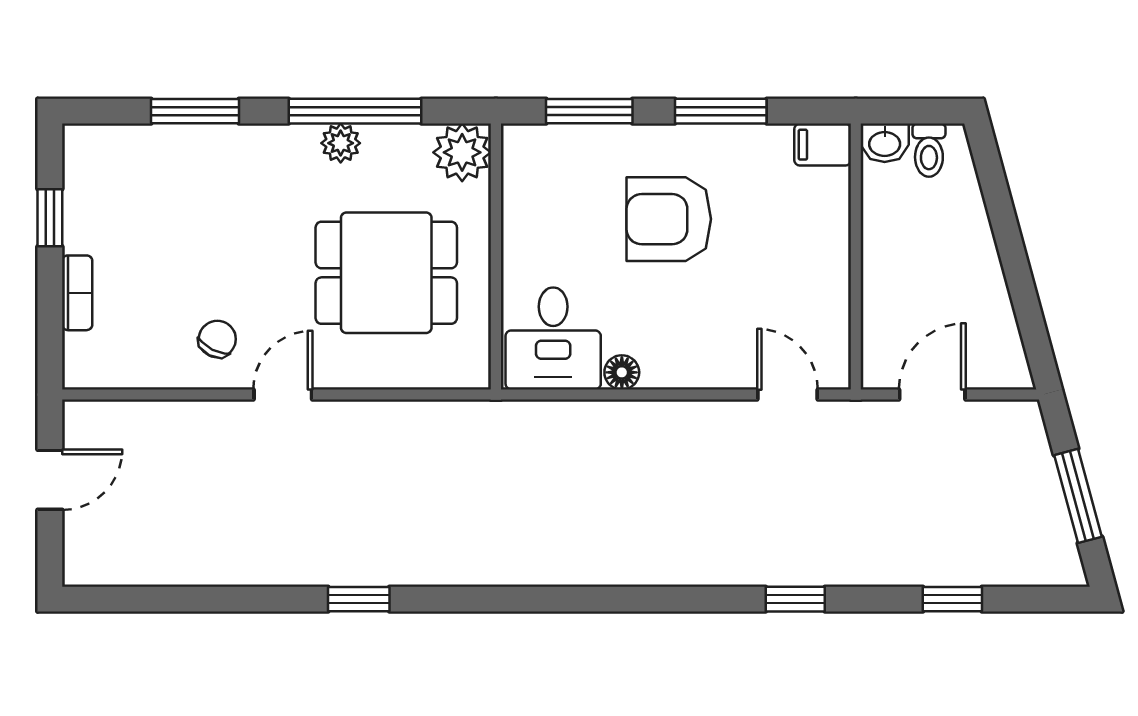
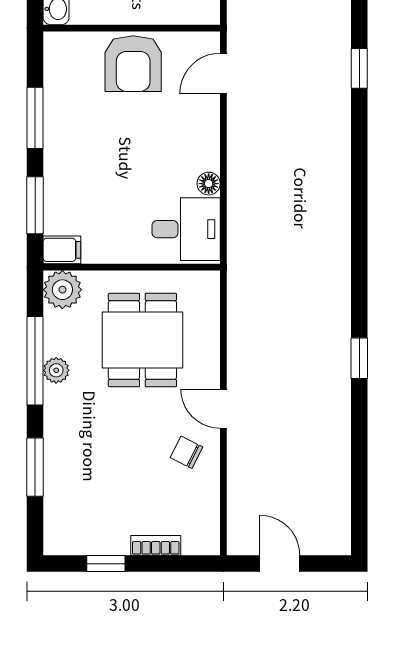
filing cabinet: (823, 145) -> (62, 250), moved, turned -90
armchair: (669, 219) -> (133, 64), moved

